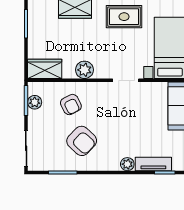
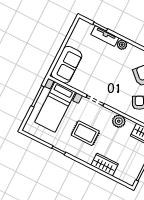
rug: (124, 17) -> (85, 133), moved

